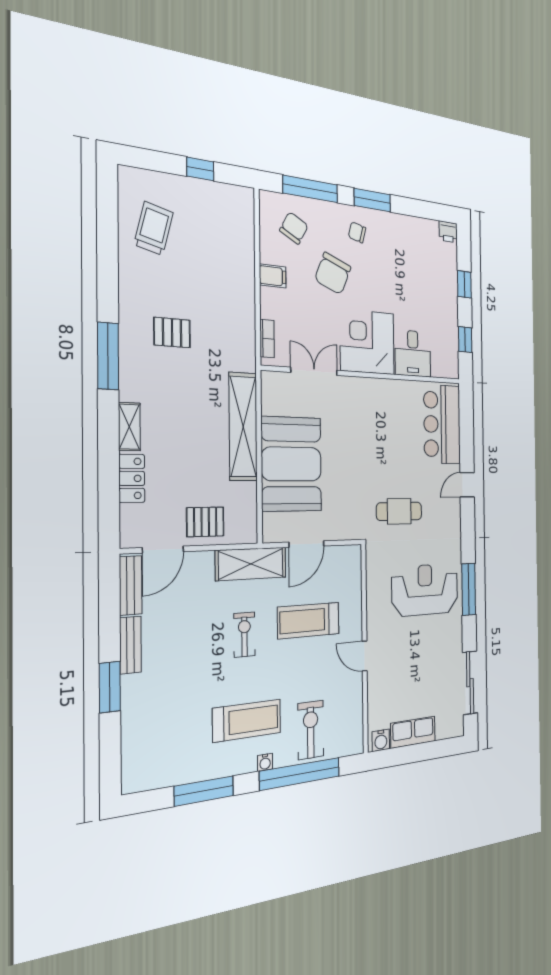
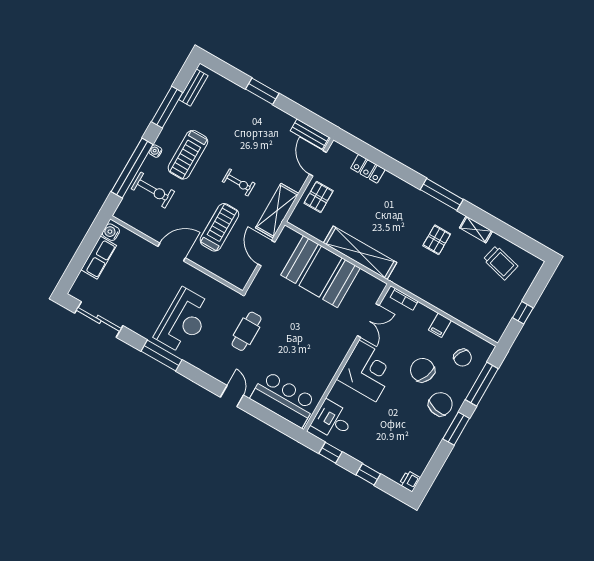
chair: (357, 232) -> (440, 404), width x1.87, depth x1.87
desk: (413, 353) -> (333, 420), moved
shelving: (129, 427) -> (476, 229), moved
bench: (131, 645) -> (193, 88), moved, turned 90
door: (365, 656) -> (172, 252), width x1.38

